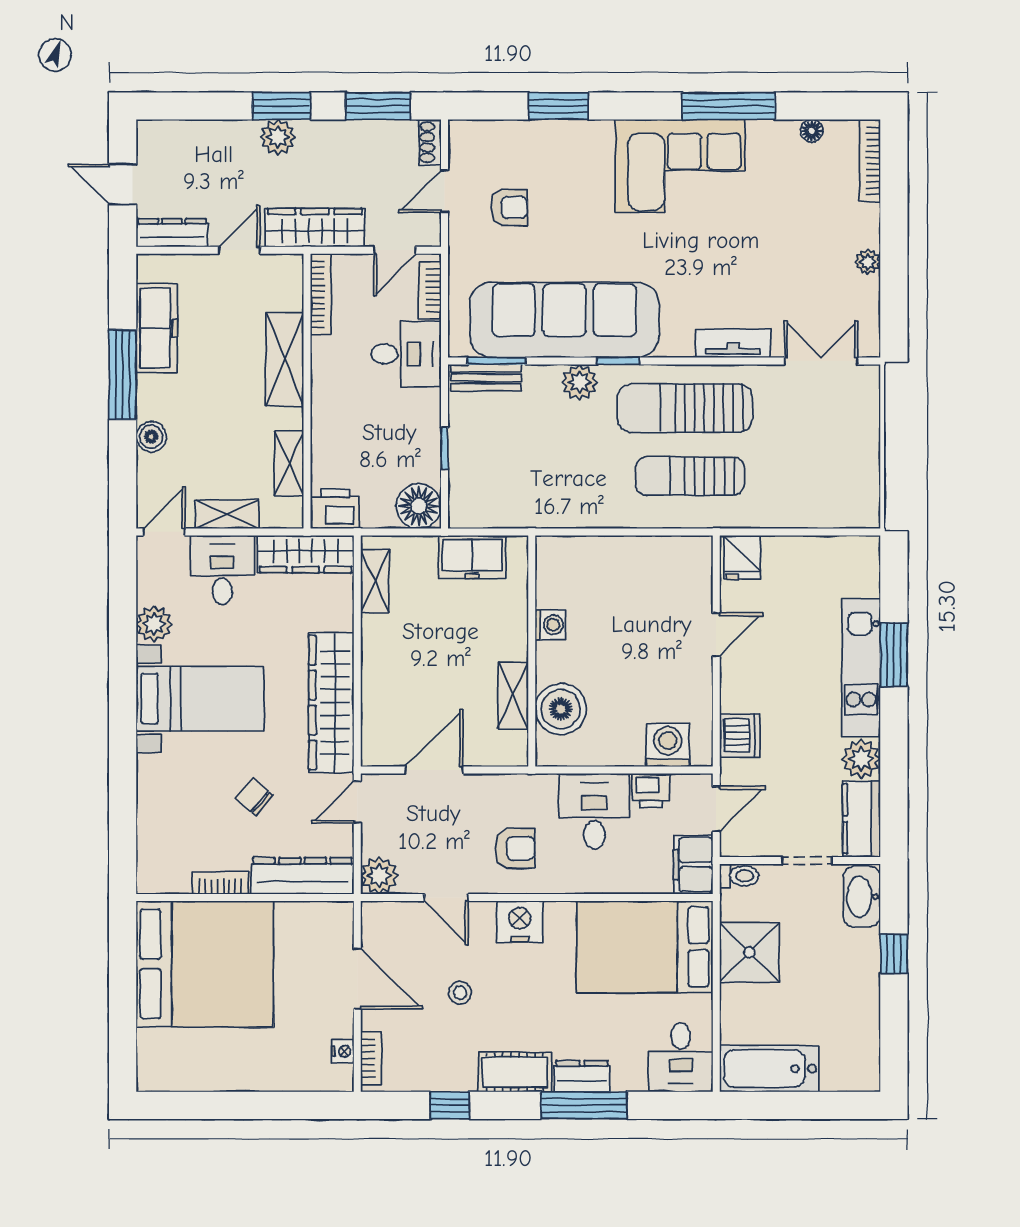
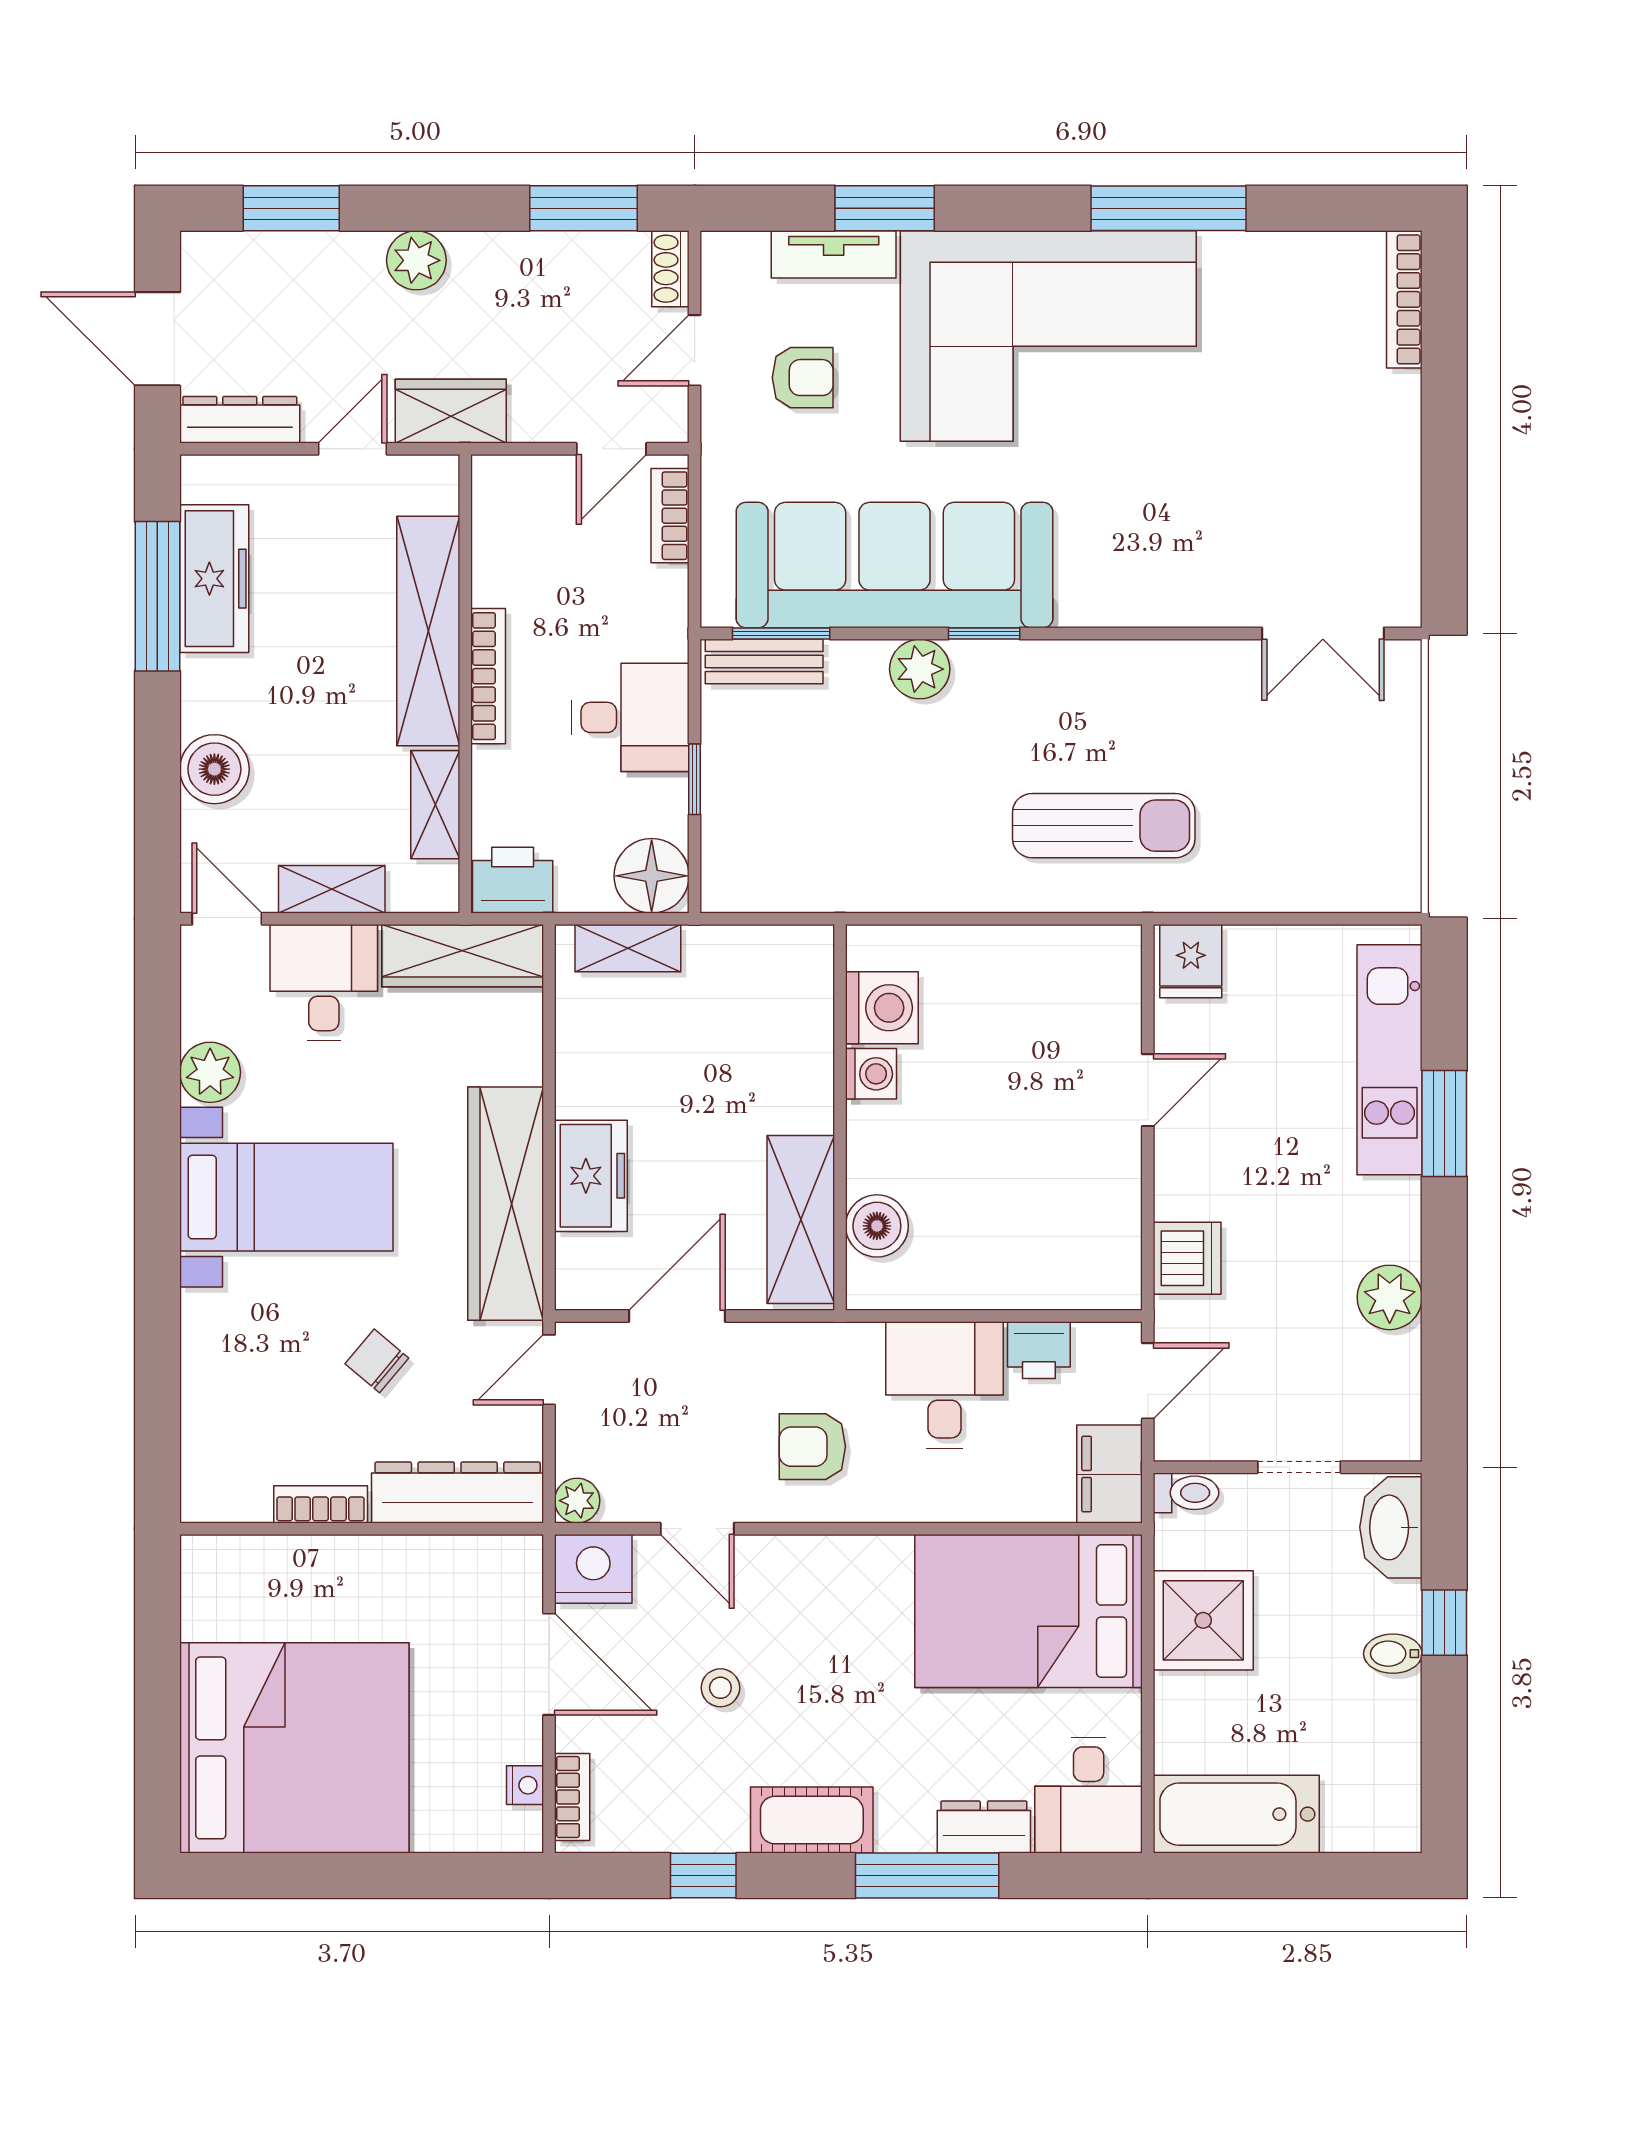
window: (282, 106) -> (291, 208), moved
floor lamp: (812, 131) -> (1307, 249), removed
corner sofa: (680, 166) -> (1048, 336), width x1.36, depth x1.36
door: (123, 184) -> (157, 339), width x1.38
wardrobe: (315, 228) -> (451, 411), width x0.67
plant: (868, 262) -> (1401, 468), removed
bookcase: (321, 294) -> (488, 676), moved
tv unit: (733, 343) -> (834, 254), moved, turned 180
desk: (406, 354) -> (630, 717), moved
shelving: (285, 359) -> (428, 631), width x1.47
double door: (821, 361) -> (1323, 633), swing flipped
window: (123, 375) -> (157, 596), moved
sun lounger: (685, 408) -> (1095, 712), removed
boiler: (151, 437) -> (214, 769), width x1.36, depth x1.36
sun lounger: (690, 476) -> (1104, 826), turned 180
door: (164, 532) -> (227, 919), hinge flipped
freezer: (472, 557) -> (591, 1176), moved, turned -90
shelving: (375, 581) -> (628, 948), moved, turned 90
kitchen unit: (861, 668) -> (1390, 1060), moved
shelving: (513, 695) -> (801, 1219), width x1.50, depth x1.33
boiler: (561, 709) -> (877, 1226), width x0.73, depth x0.73
washing machine: (668, 745) -> (882, 1008), moved, turned 90
kitchen counter: (862, 819) -> (1390, 1397), removed
armchair: (515, 848) -> (812, 1447), turned 180
plant: (379, 876) -> (577, 1501), width x0.73, depth x0.73
nightstand: (520, 922) -> (593, 1569), moved
bed: (205, 964) -> (294, 1748), moved
bidet: (863, 972) -> (1393, 1654), added
dresser: (582, 1076) -> (984, 1827), moved

